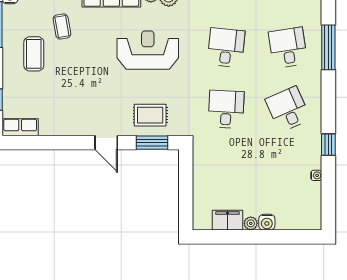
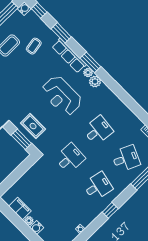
desk: (288, 48) -> (126, 159), turned 33
reception desk: (148, 50) -> (62, 96), turned 180
desk: (288, 109) -> (98, 186), turned 36
window: (328, 145) -> (110, 210), moved

